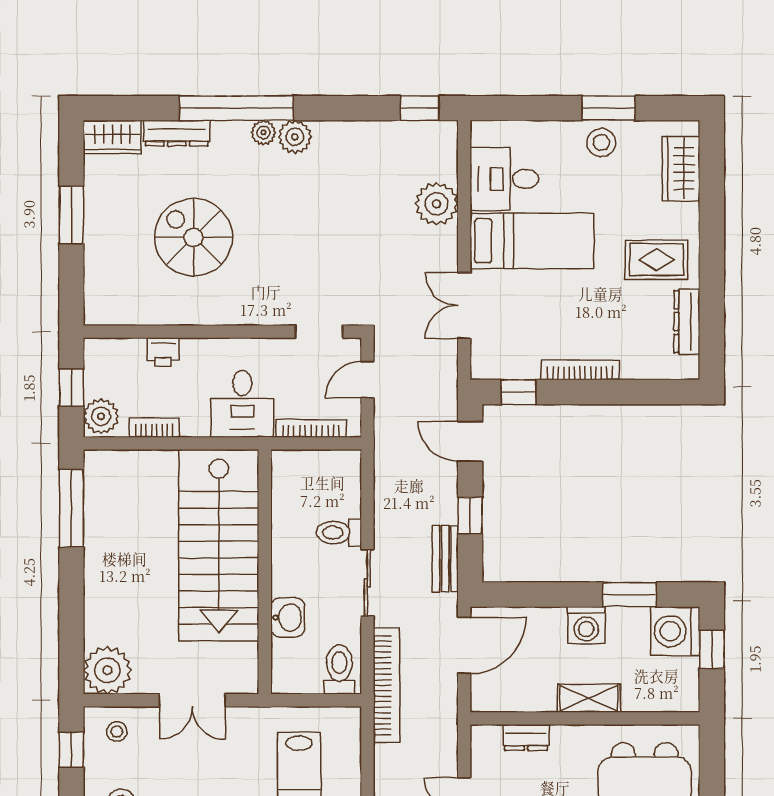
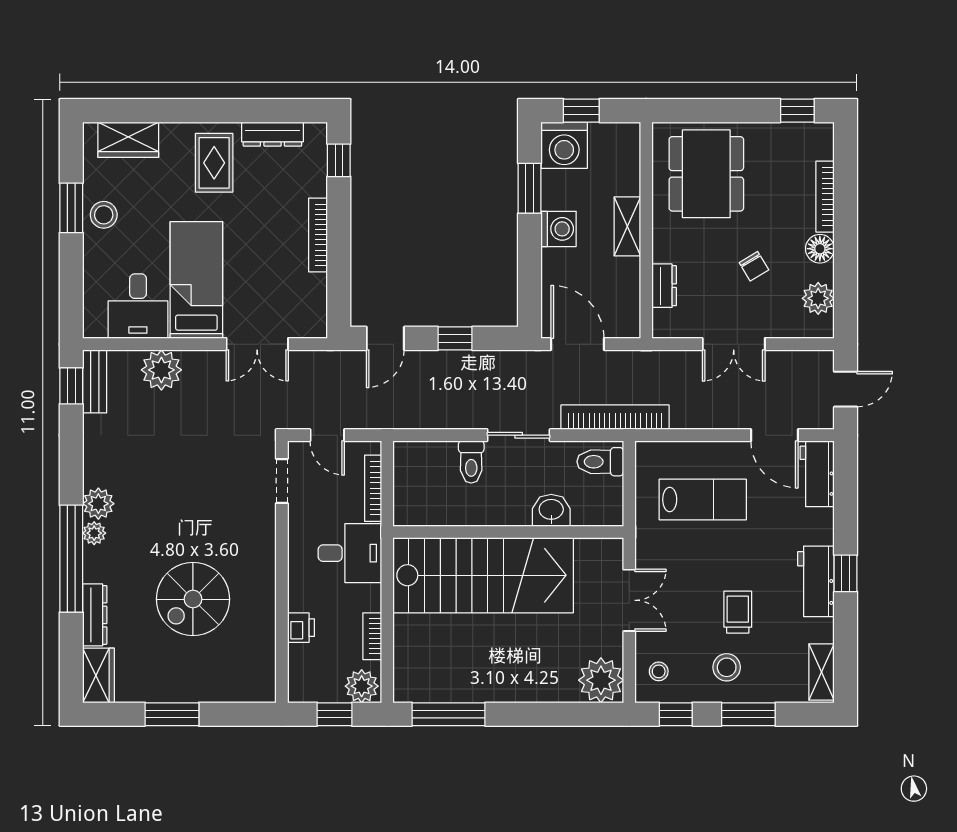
window: (518, 392) -> (339, 160), moved
bench: (445, 559) -> (95, 381), moved, turned 90

